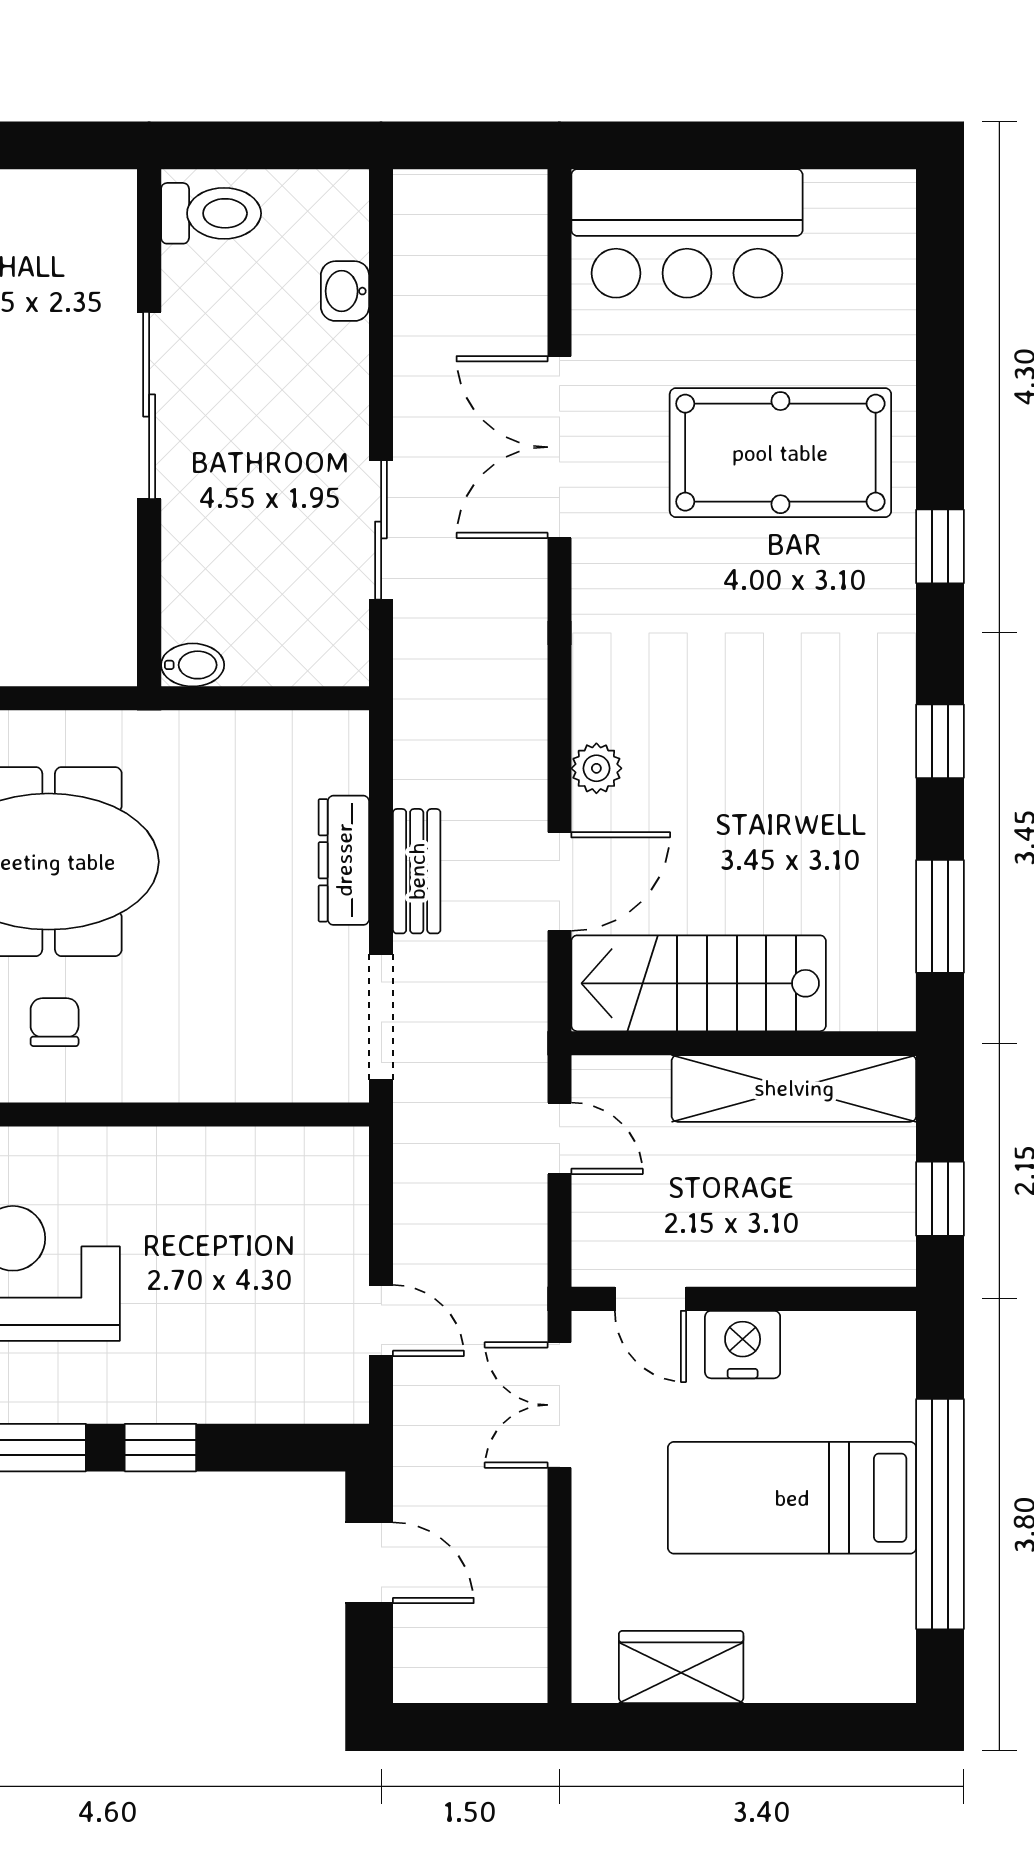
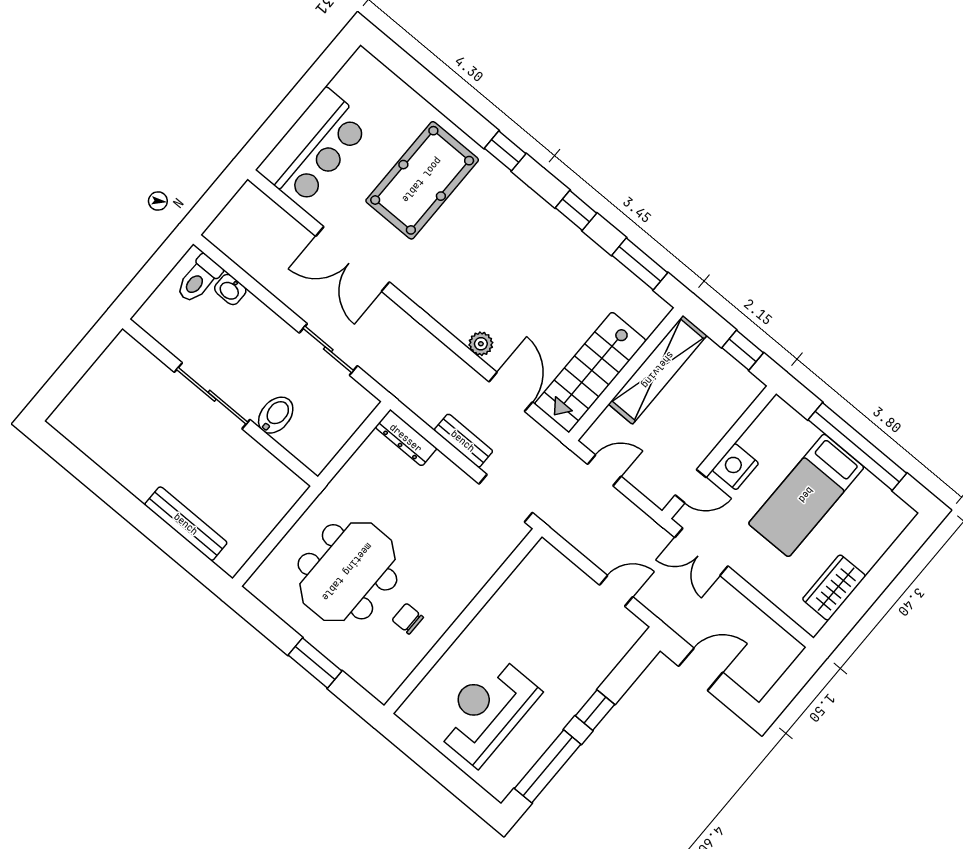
toilet: (211, 213) -> (199, 279), moved, turned 180
bidet: (193, 665) -> (276, 415), moved, width x1.38, depth x1.36
dresser: (344, 860) -> (406, 438), moved

